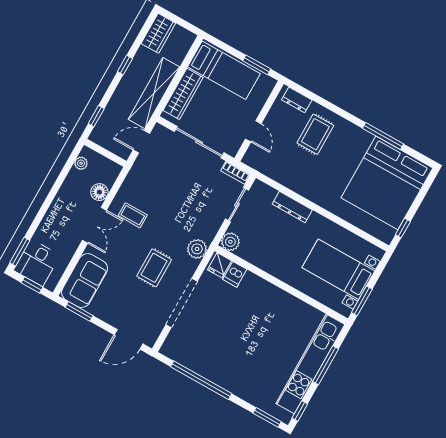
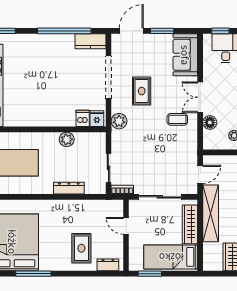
plant: (230, 242) -> (67, 139), moved
window: (79, 311) -> (162, 31), moved
kitchen counter: (179, 353) -> (90, 41), added

